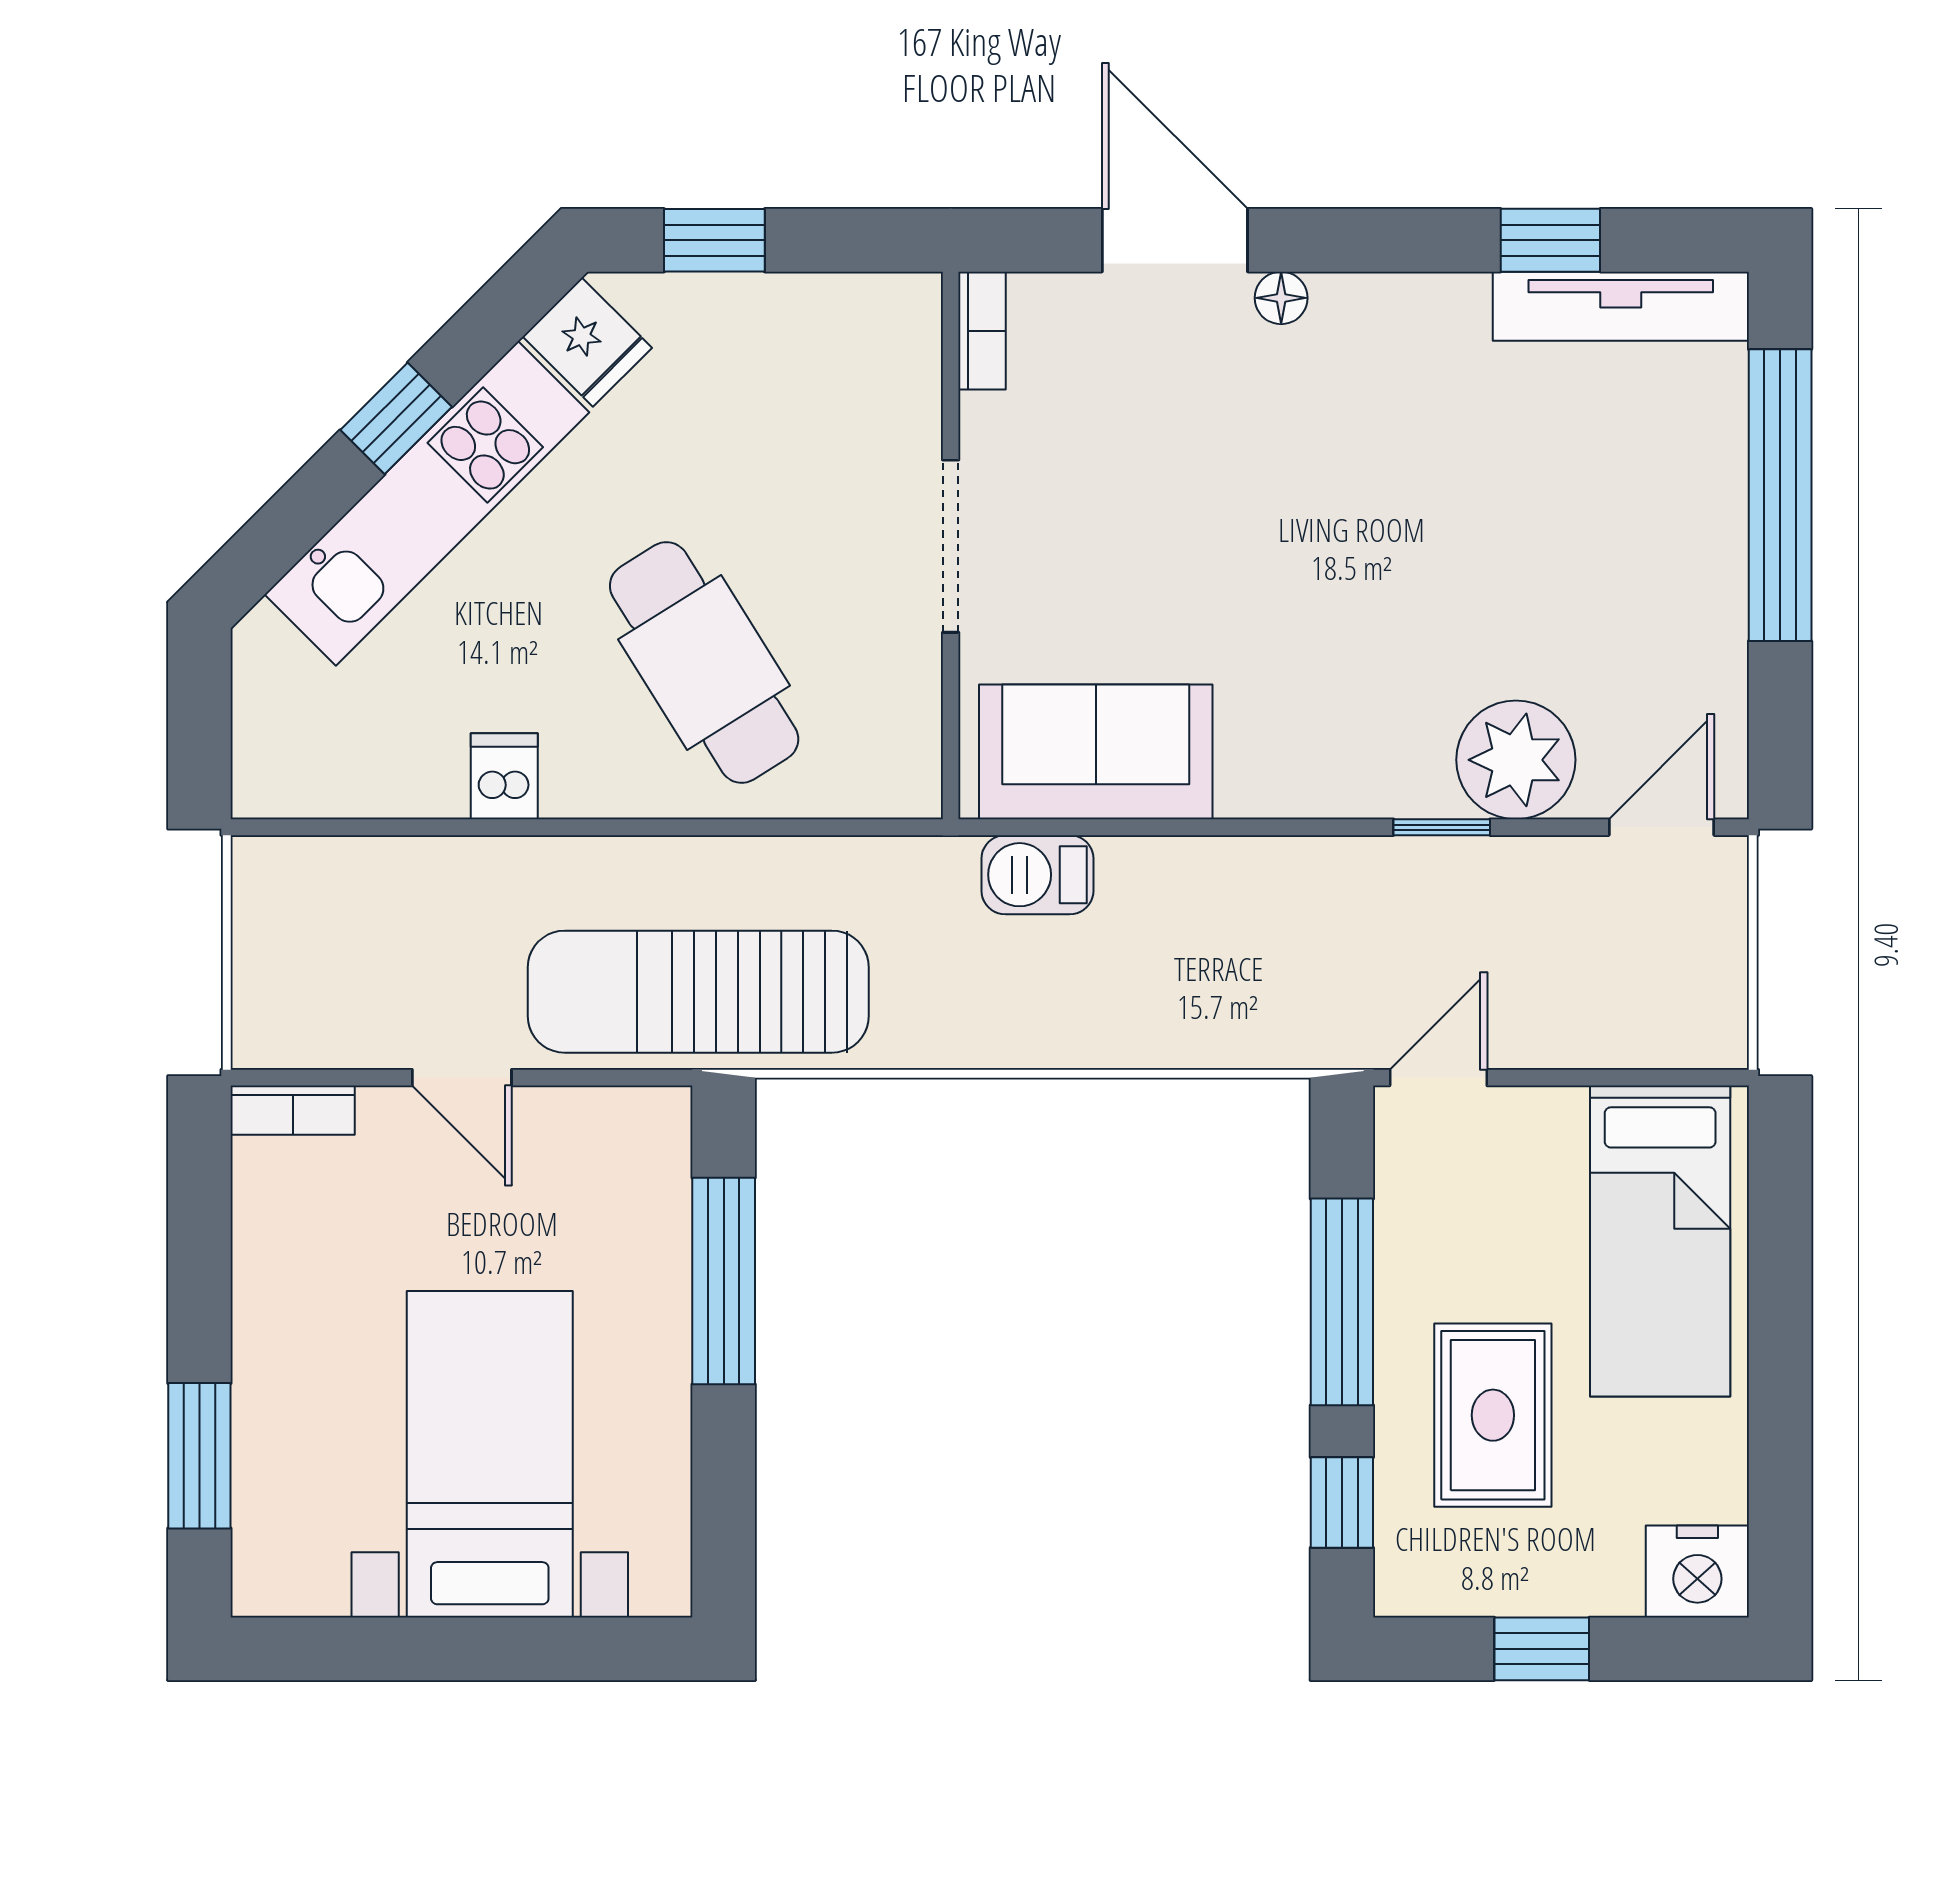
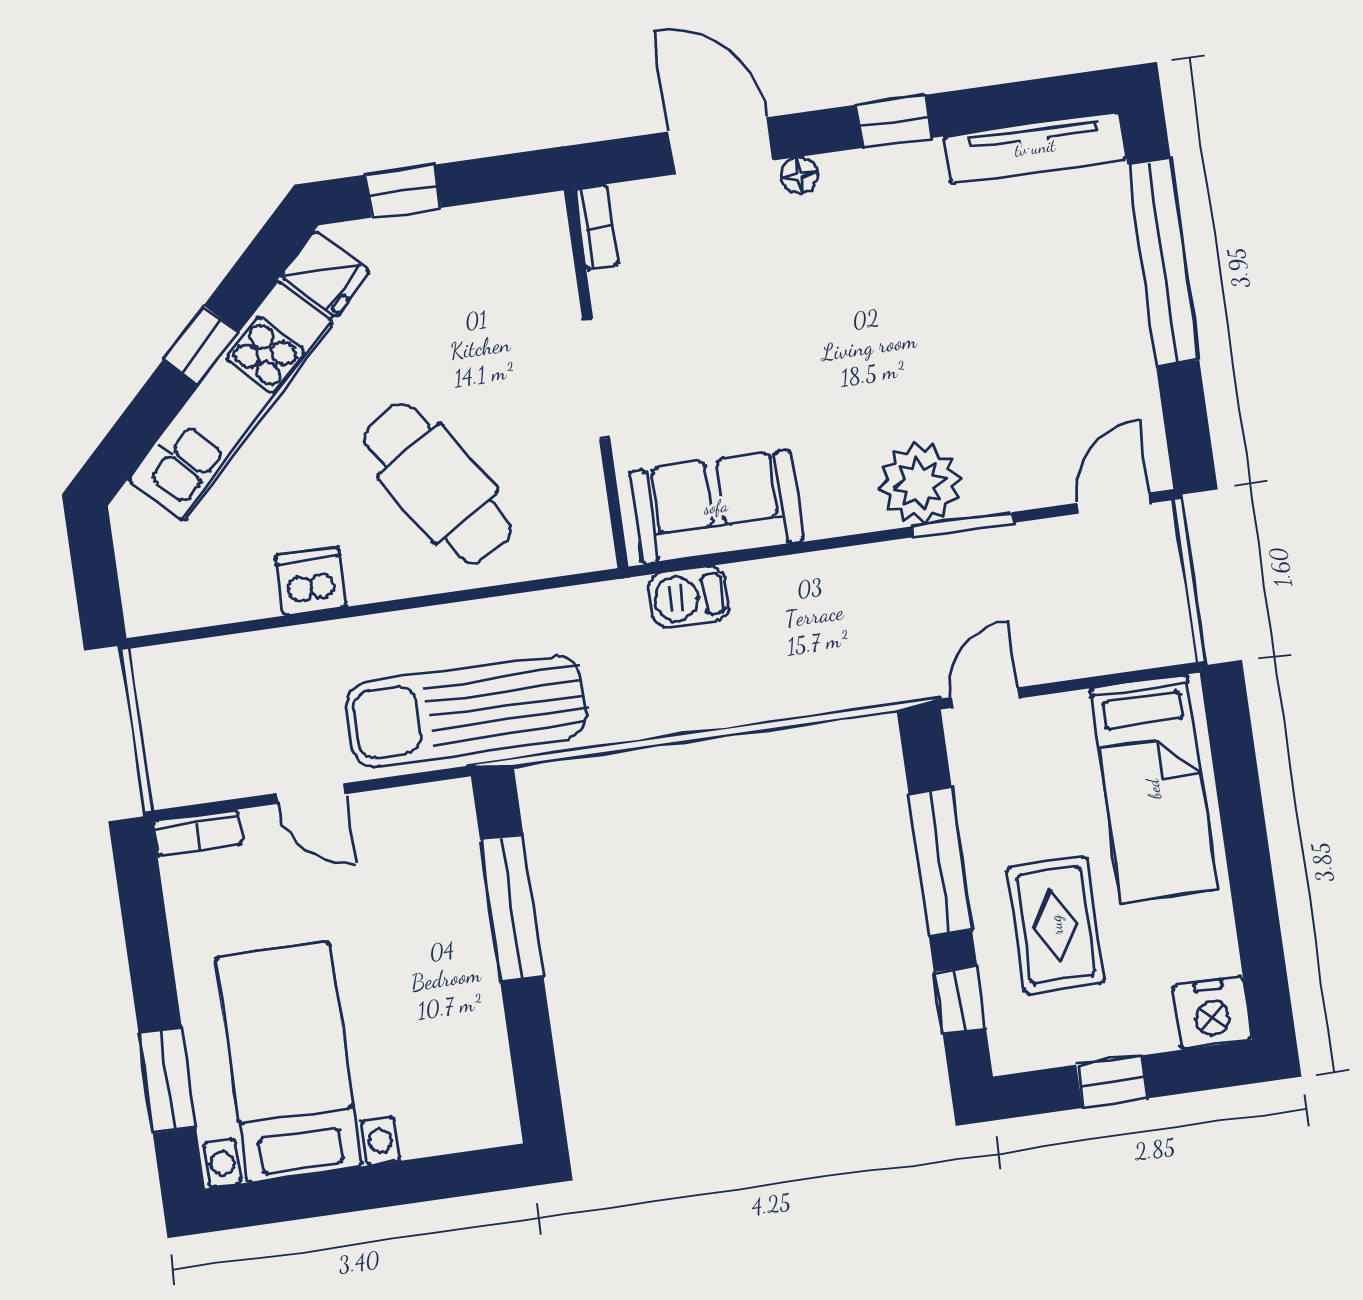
window: (1550, 240) -> (894, 121), moved
plant: (1516, 760) -> (919, 483), moved
dishwasher: (504, 776) -> (311, 581), width x1.38
window: (1442, 827) -> (963, 525), width x1.50
bed with nightstands: (490, 1454) -> (288, 1062), moved

